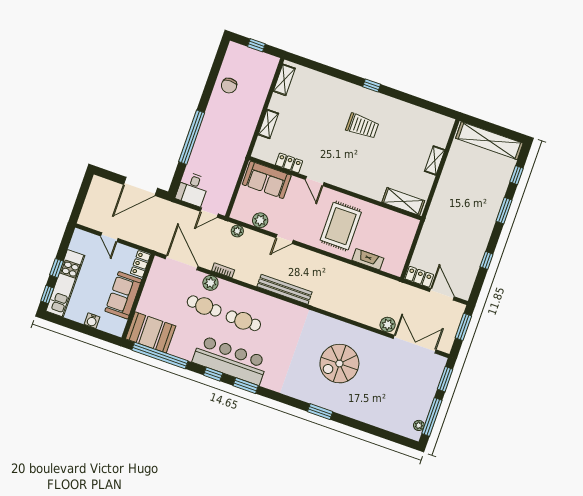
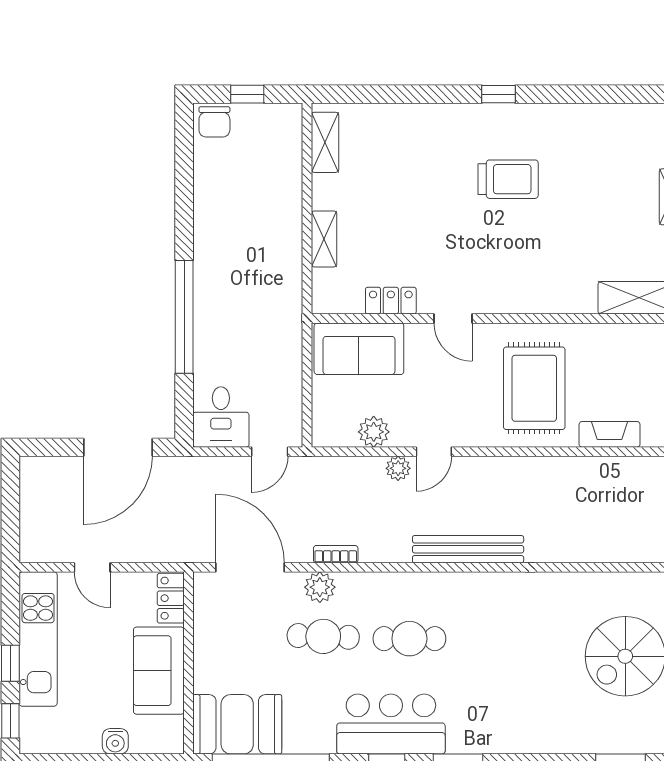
chair: (229, 86) -> (214, 122), moved
plant: (237, 231) -> (398, 468), moved
kitchen unit: (65, 283) -> (38, 639), moved
bar counter: (230, 360) -> (391, 724), width x0.73

